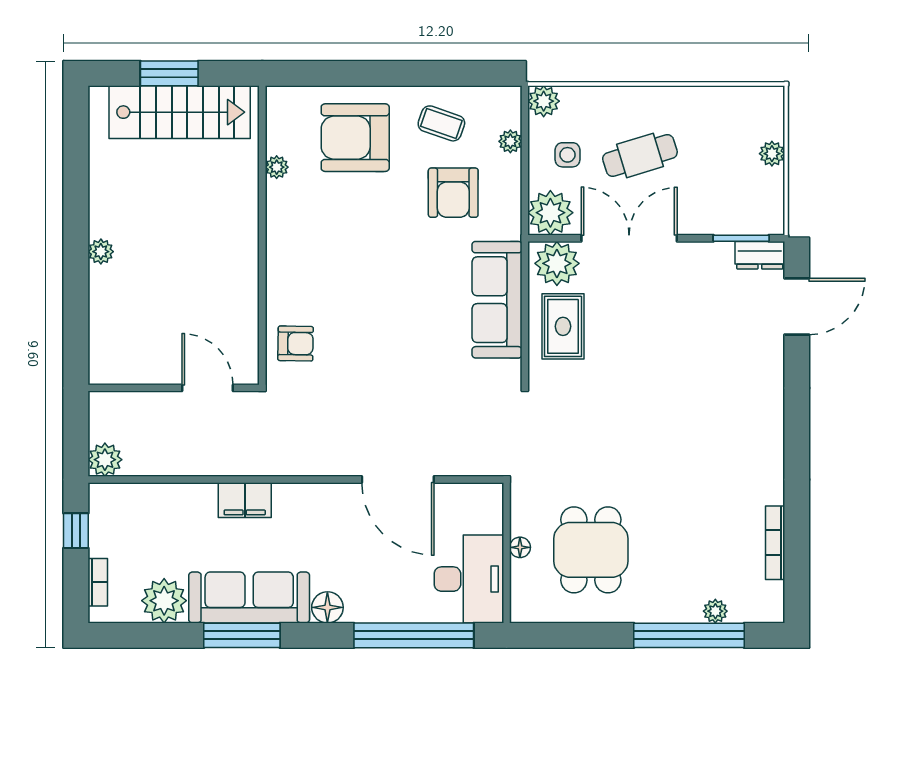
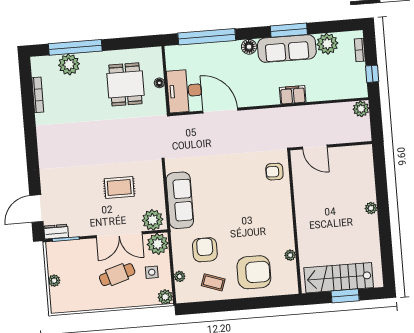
rug: (563, 326) -> (119, 188), moved, turned 90
desk: (469, 579) -> (185, 91), moved
plant: (715, 611) -> (69, 64), width x1.88, depth x1.88

